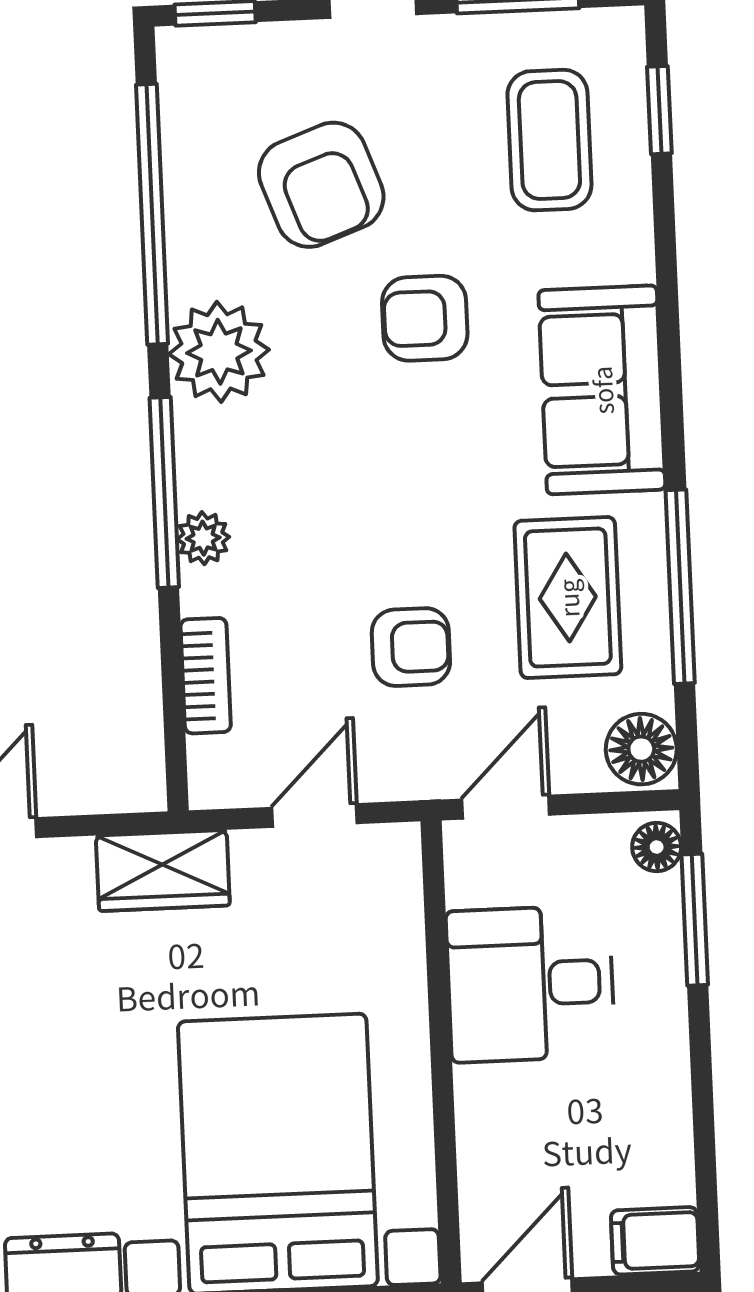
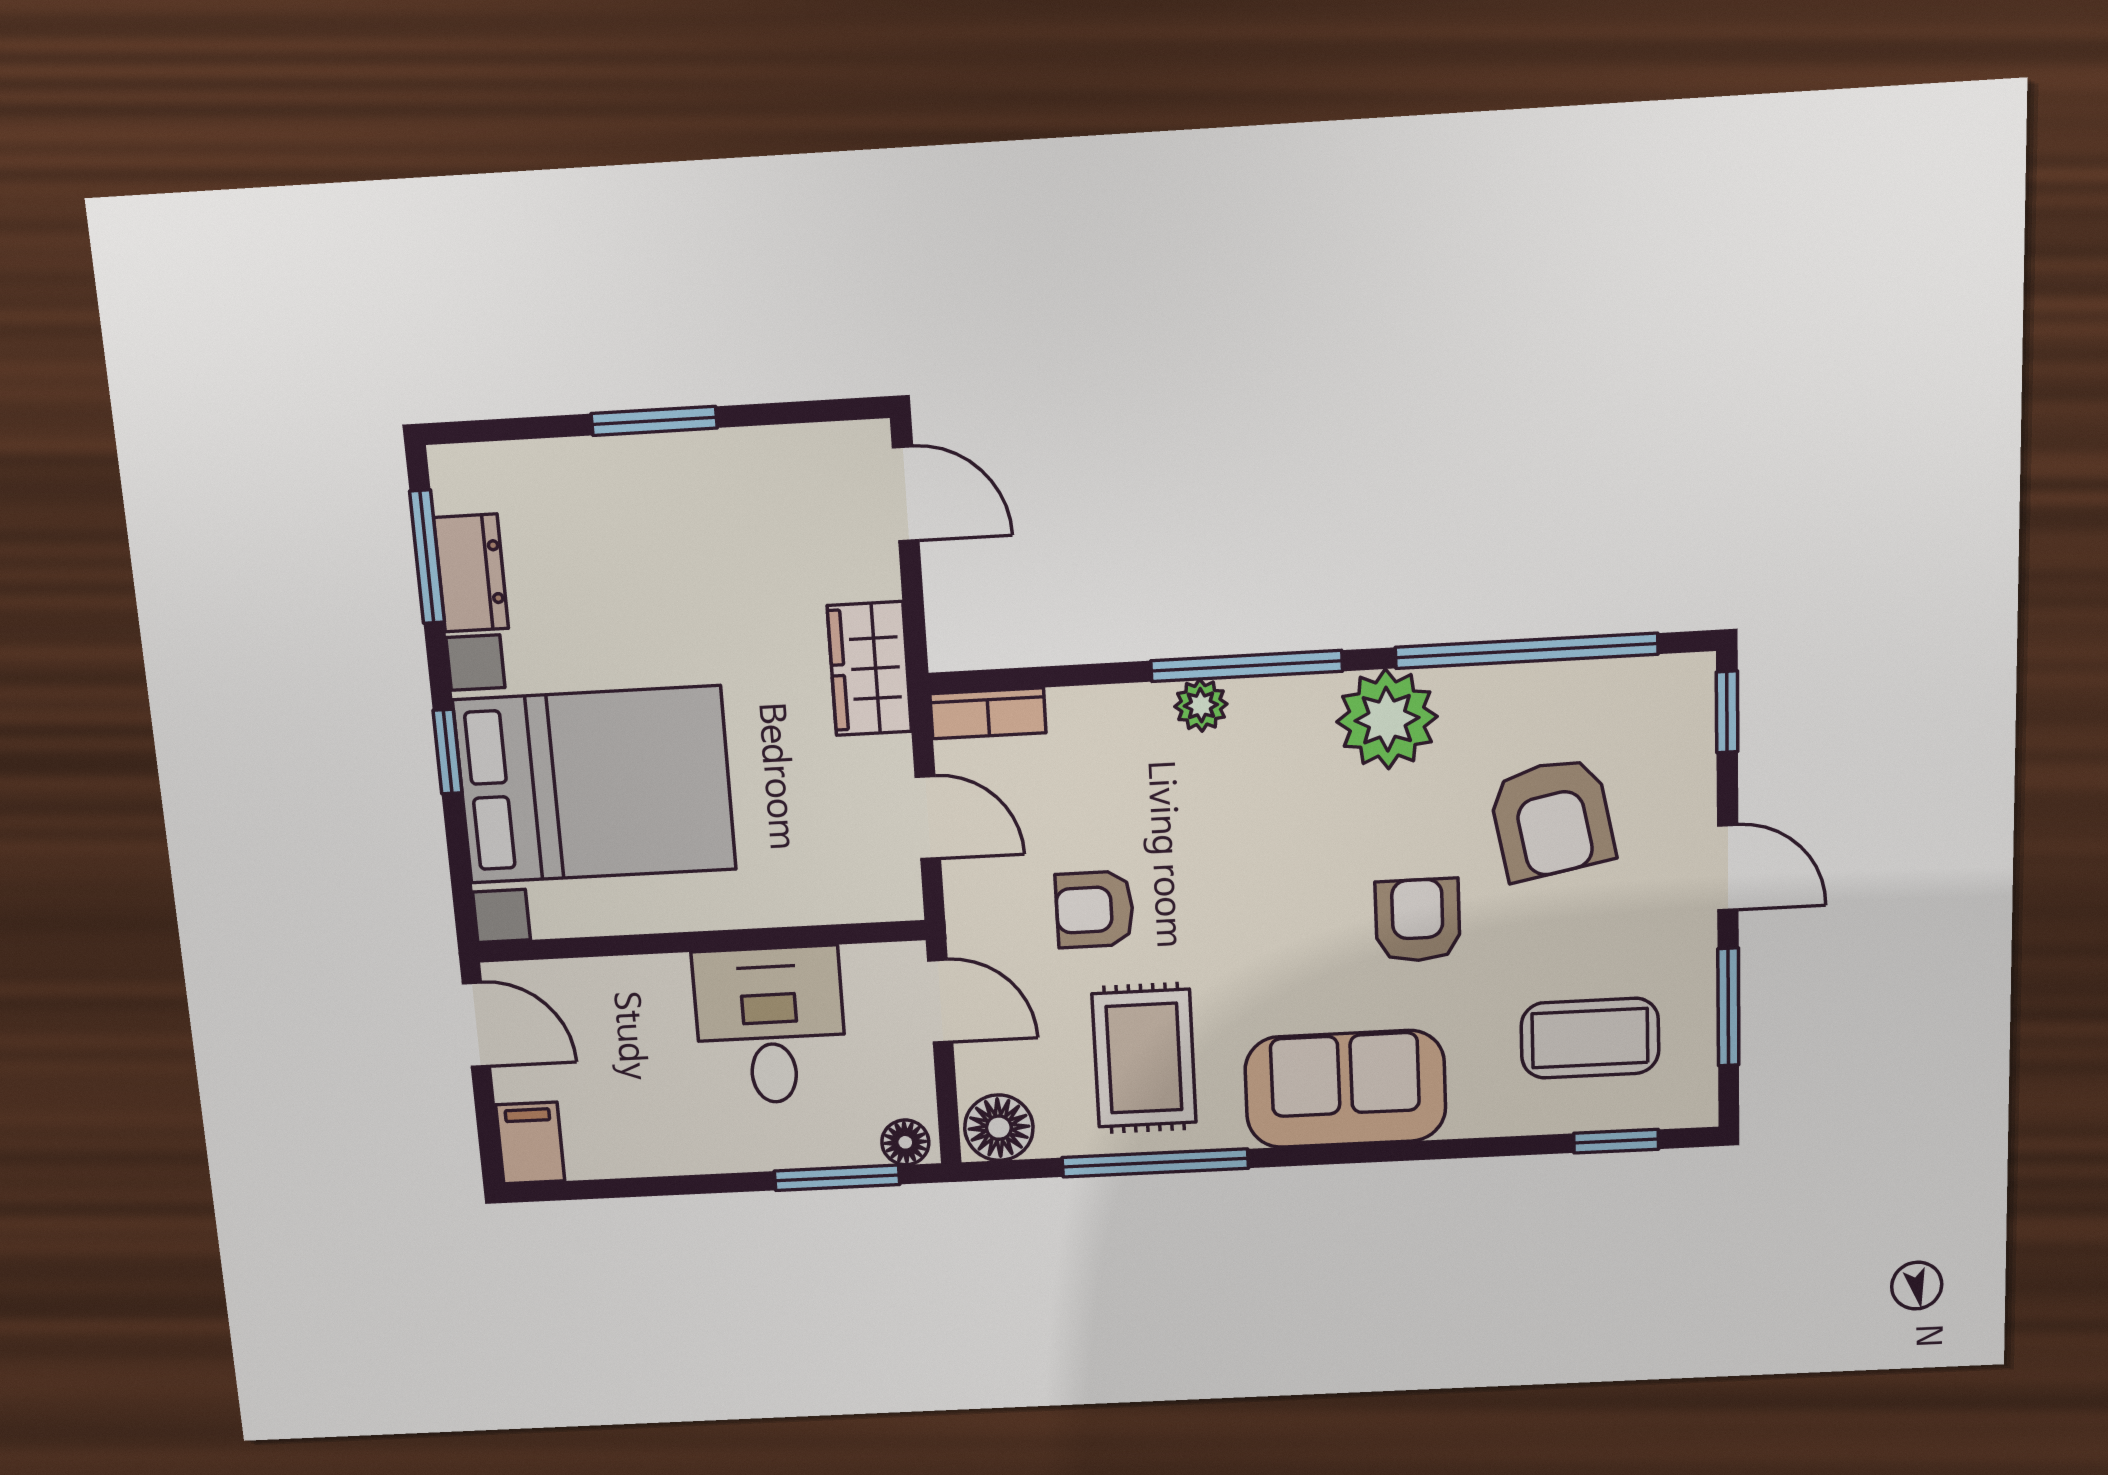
armchair: (321, 185) -> (1552, 819), turned -81
rug: (568, 598) -> (1144, 1058), turned 90
armchair: (411, 647) -> (1095, 909), turned 90
bookcase: (206, 676) -> (988, 713), moved

